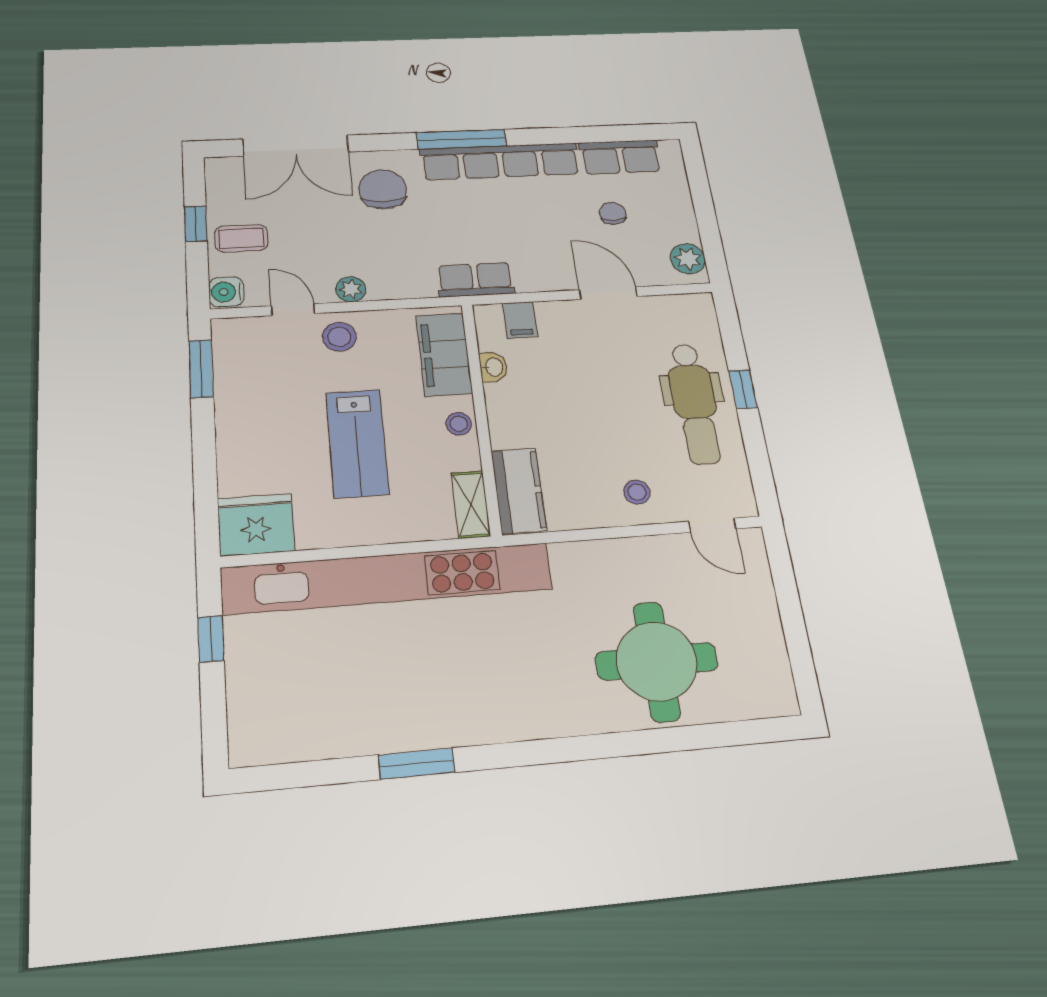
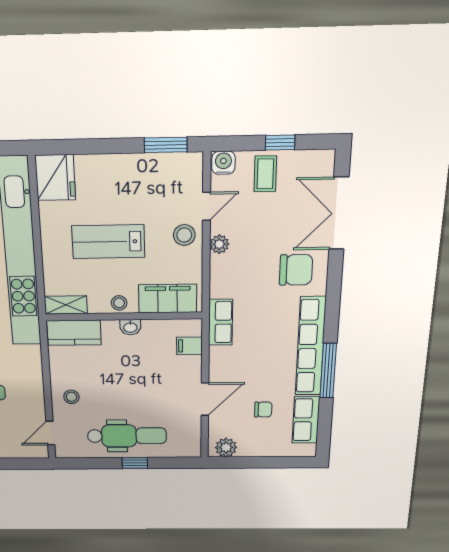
window: (461, 139) -> (328, 371), moved
washbasin: (493, 367) -> (130, 327), moved
dental chair: (694, 403) -> (127, 436), turned 180

